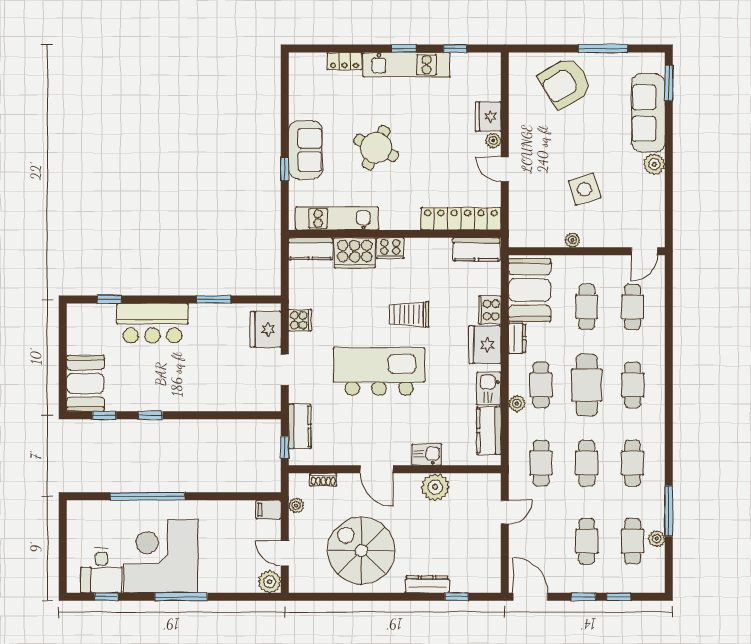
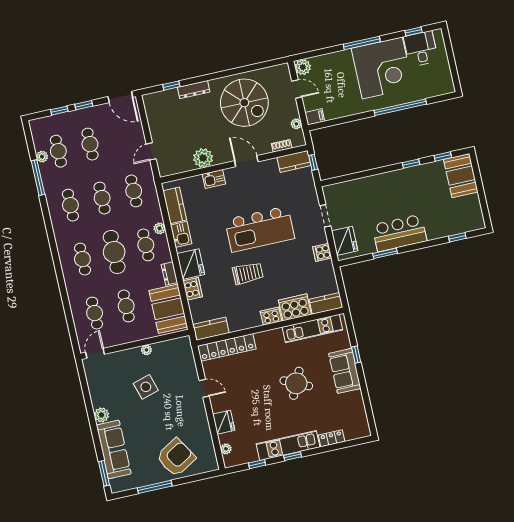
plant: (493, 141) -> (226, 449), moved
bar counter: (152, 323) -> (399, 233), moved
kitchen counter: (300, 426) -> (294, 161), moved, turned -90

